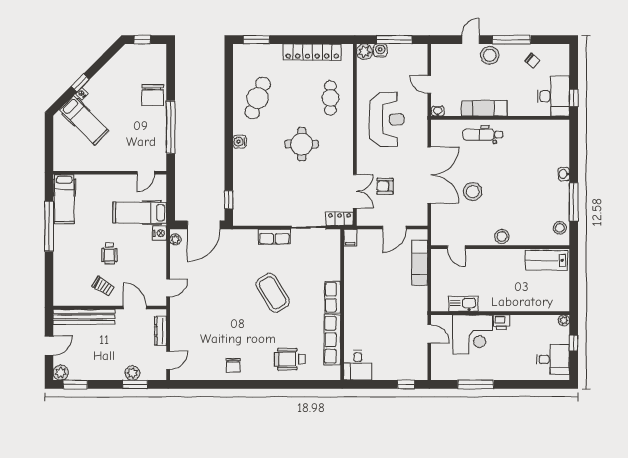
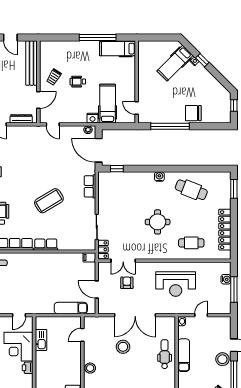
plant: (364, 52) -> (225, 268), removed
row of seats: (274, 237) -> (90, 186), moved

